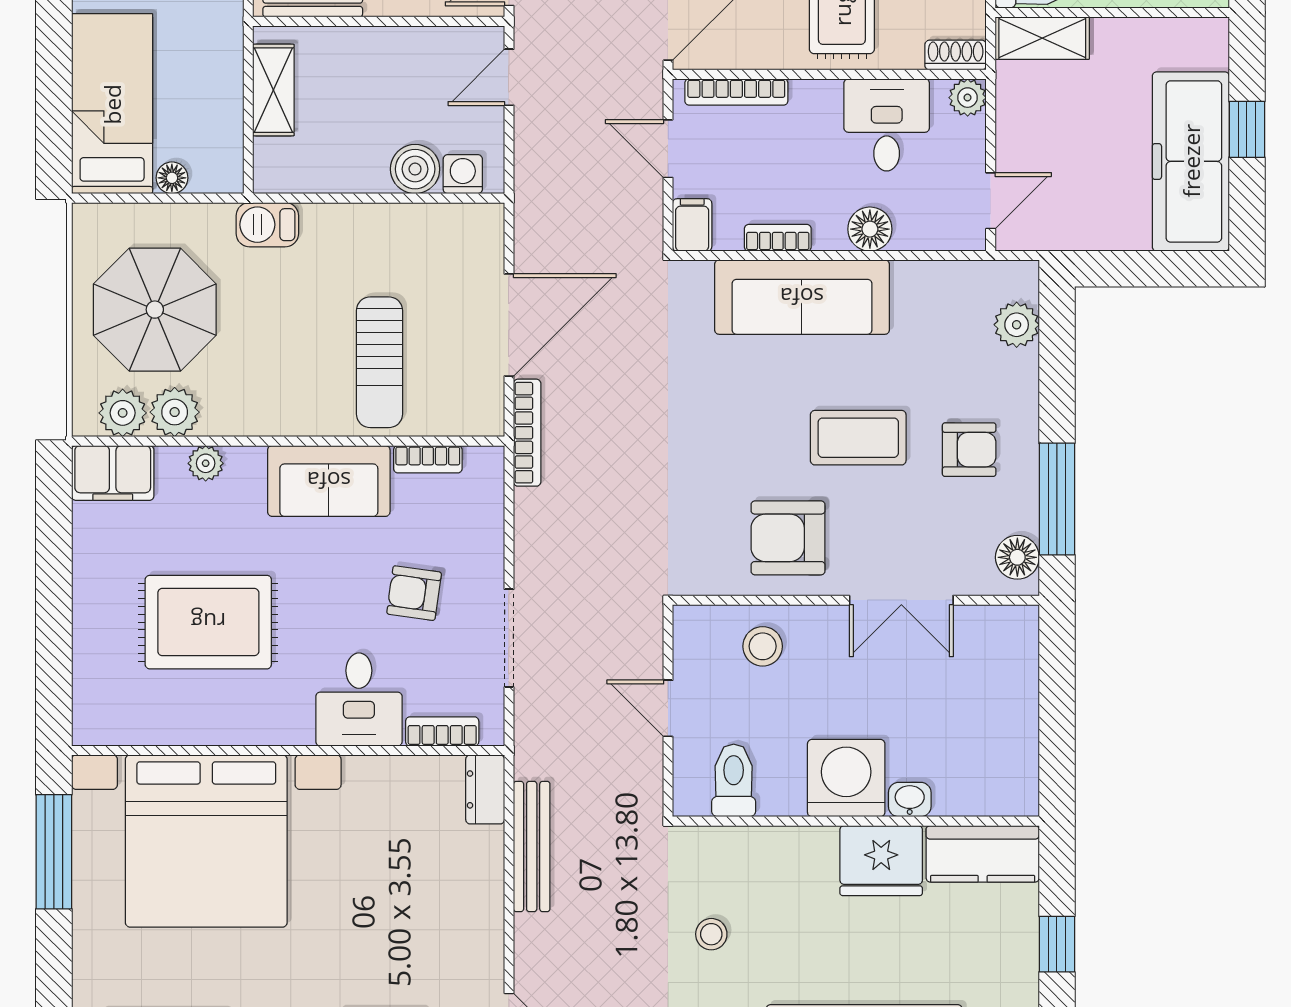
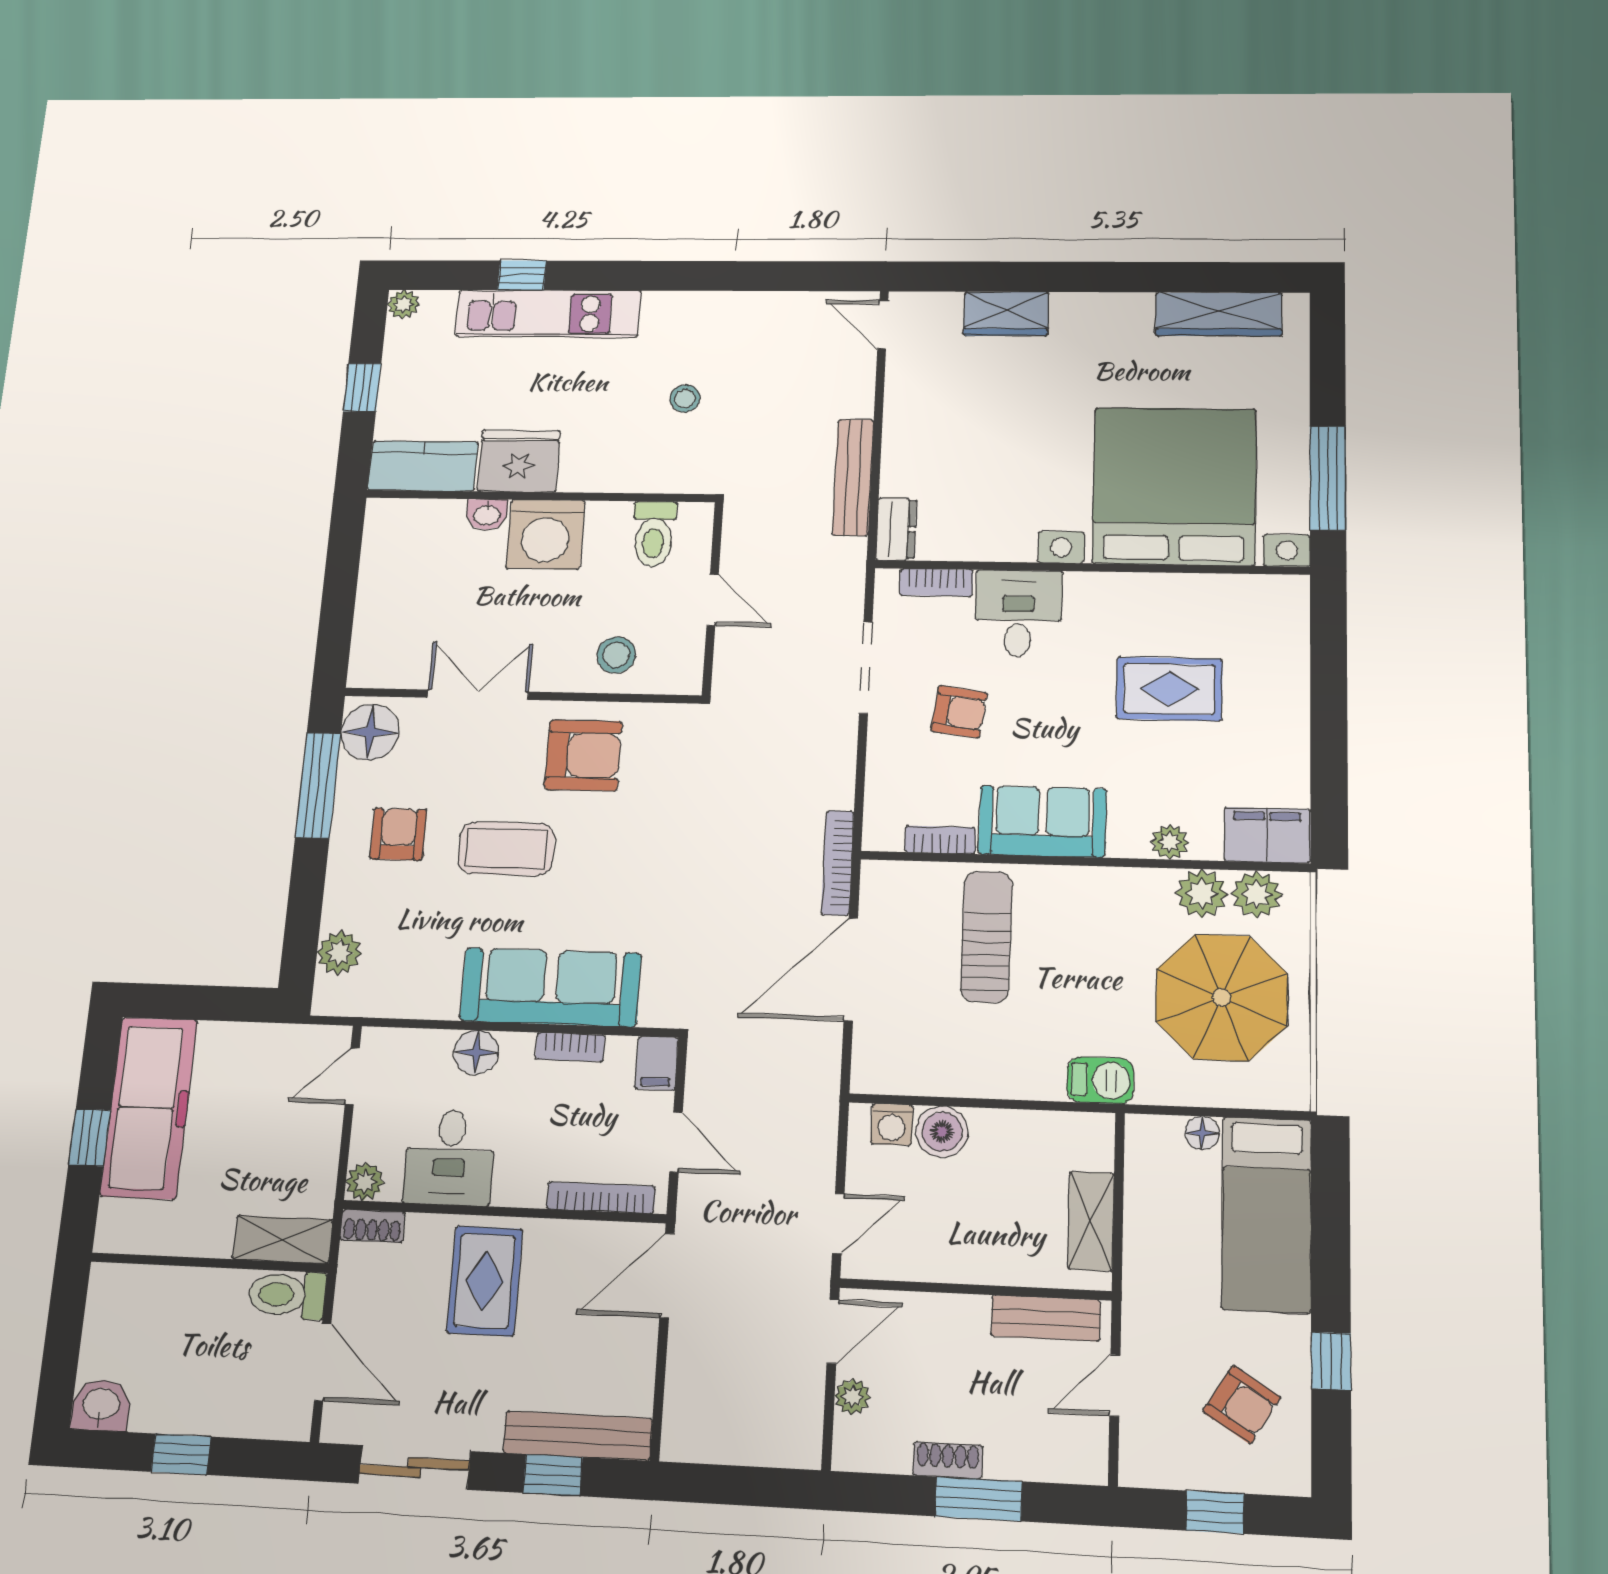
armchair: (969, 450) -> (398, 834), turned 90
floor lamp: (1017, 557) -> (370, 732), width x1.38, depth x1.38
rug: (208, 622) -> (1169, 689), width x0.73, depth x0.70

